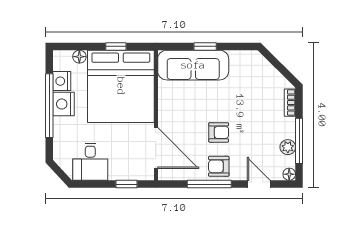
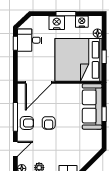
nightstand: (63, 104) -> (57, 23), moved
window: (49, 106) -> (66, 14), width x0.47
armchair: (219, 166) -> (27, 123), turned 90
window: (126, 184) -> (15, 43), moved

